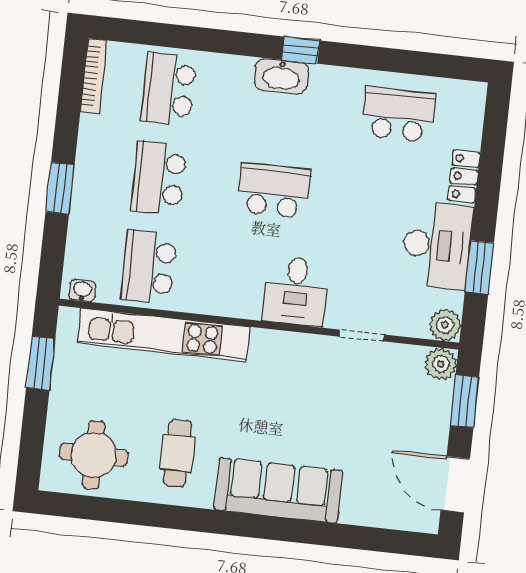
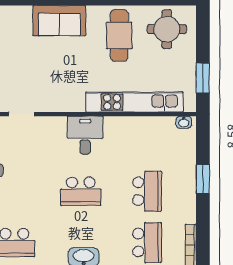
school desk: (149, 267) -> (147, 140), removed
desk: (296, 291) -> (85, 135), moved
cafe table: (177, 453) -> (119, 35), width x1.37, depth x1.35
sofa: (278, 490) -> (59, 21), width x0.73

